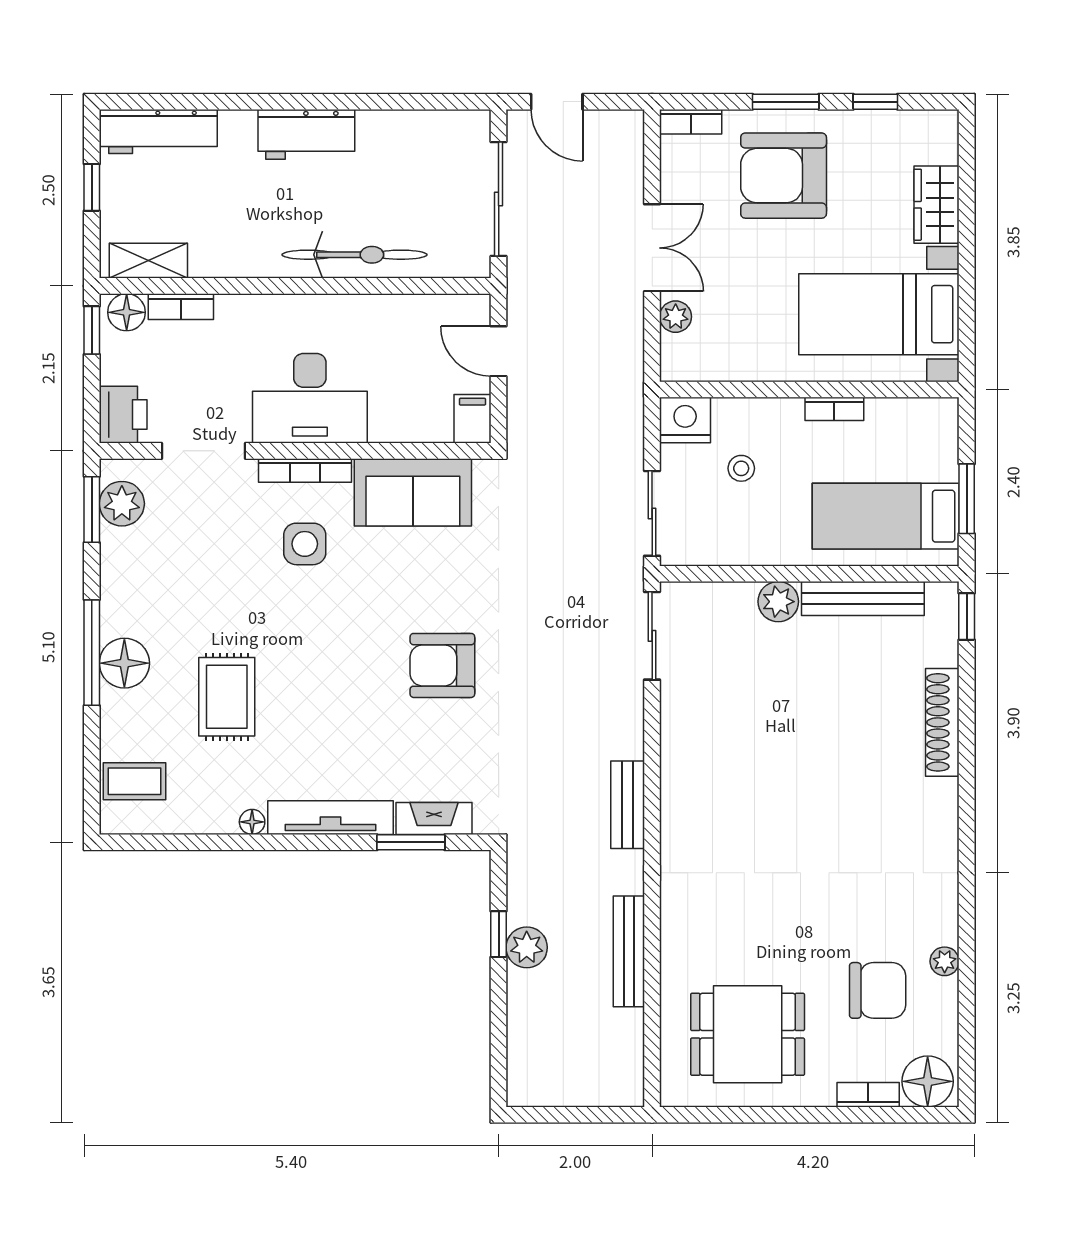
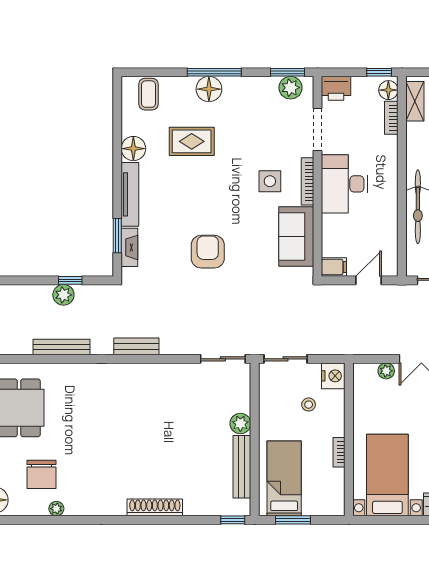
shoe rack: (942, 722) -> (155, 507), moved
floor lamp: (252, 822) -> (133, 149), width x1.89, depth x1.89

